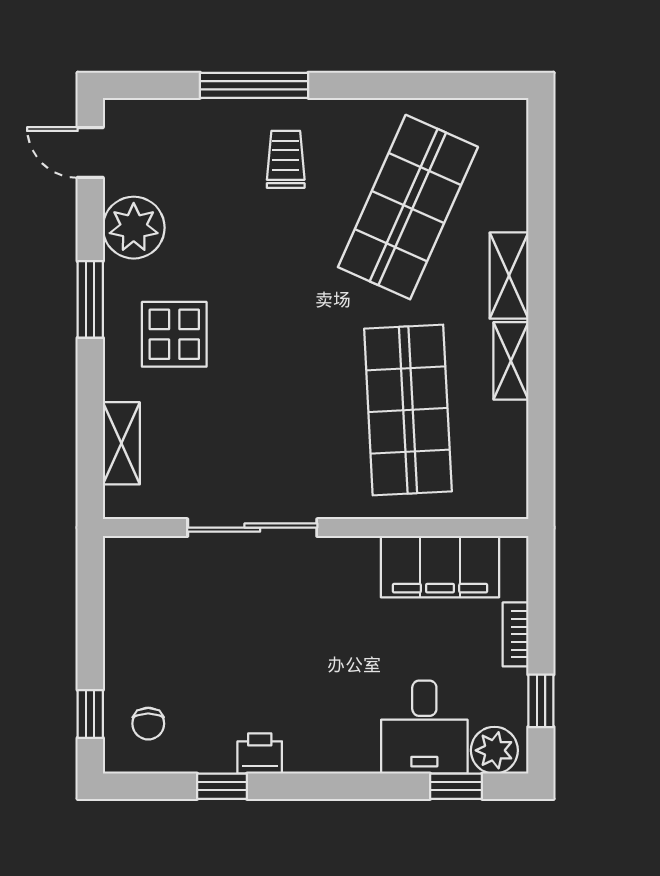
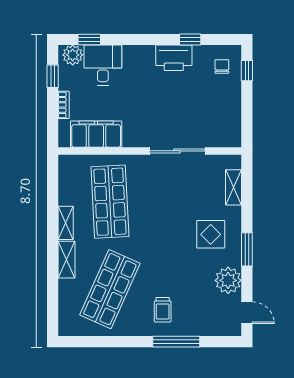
printer: (260, 754) -> (174, 58), width x1.87, depth x1.48

